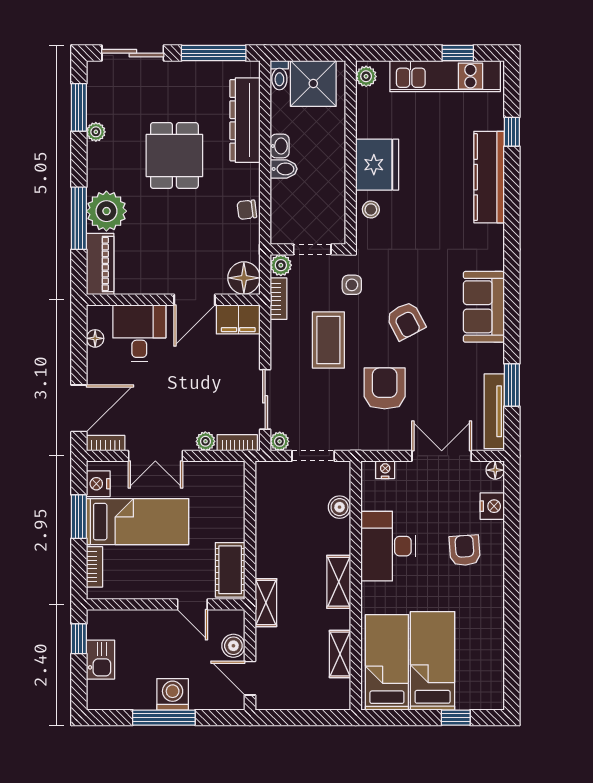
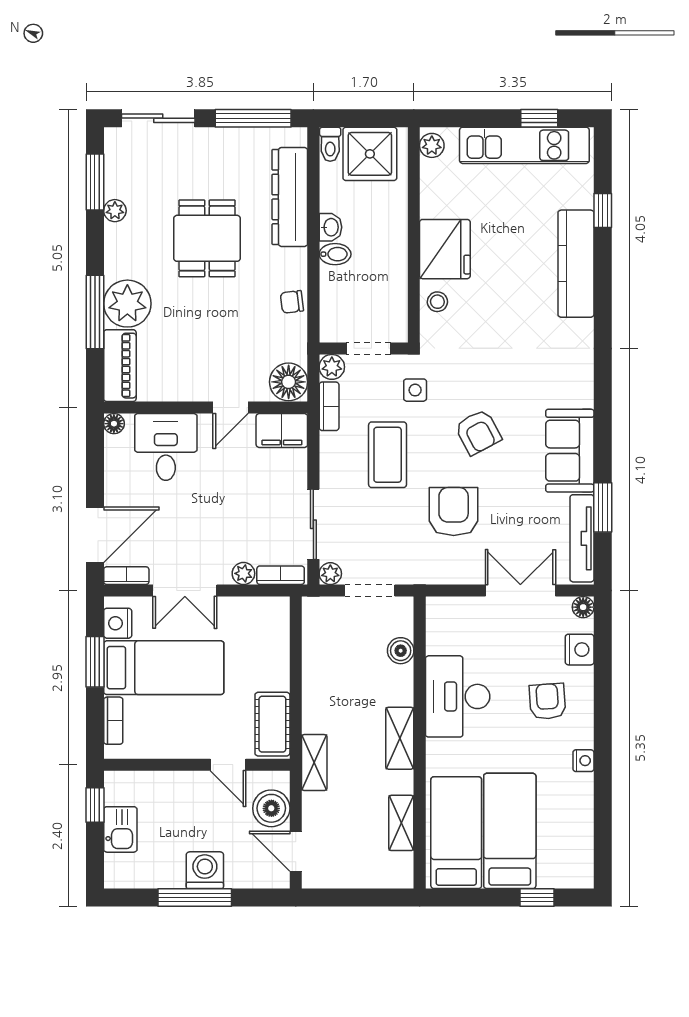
door: (195, 300) -> (231, 408), width x0.73
sofa: (484, 307) -> (570, 451), moved
floor lamp: (95, 338) -> (114, 424), moved
nightstand: (385, 470) -> (583, 761), moved, turned 90
boiler: (233, 646) -> (271, 808), width x1.36, depth x1.36

